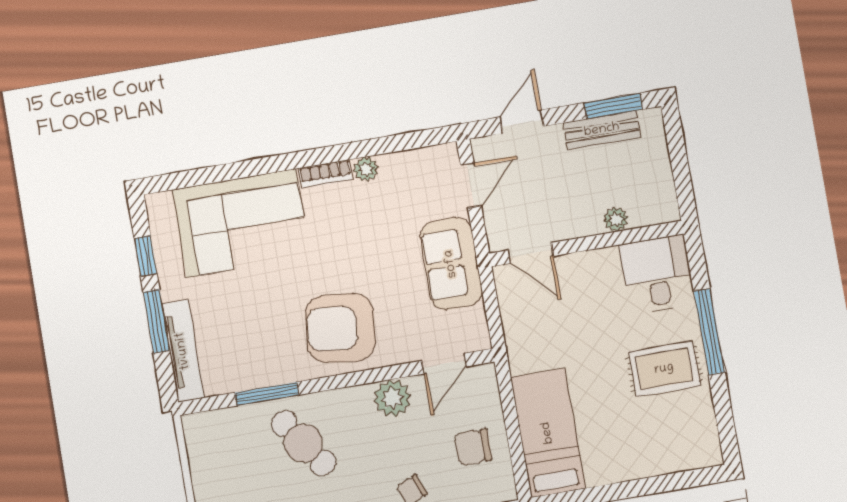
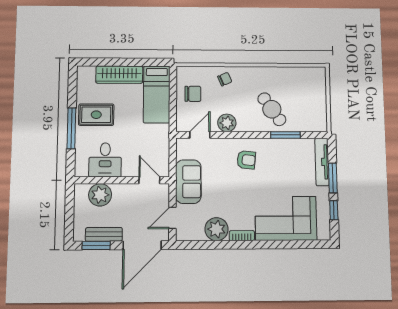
door: (522, 122) -> (142, 245), width x1.87
plant: (366, 169) -> (216, 229), width x1.87, depth x1.87
plant: (616, 219) -> (100, 195), width x1.87, depth x1.87
desk: (657, 274) -> (105, 160), moved
armchair: (340, 328) -> (246, 160), width x0.53, depth x0.53
wardrobe: (633, 461) -> (119, 75), added

